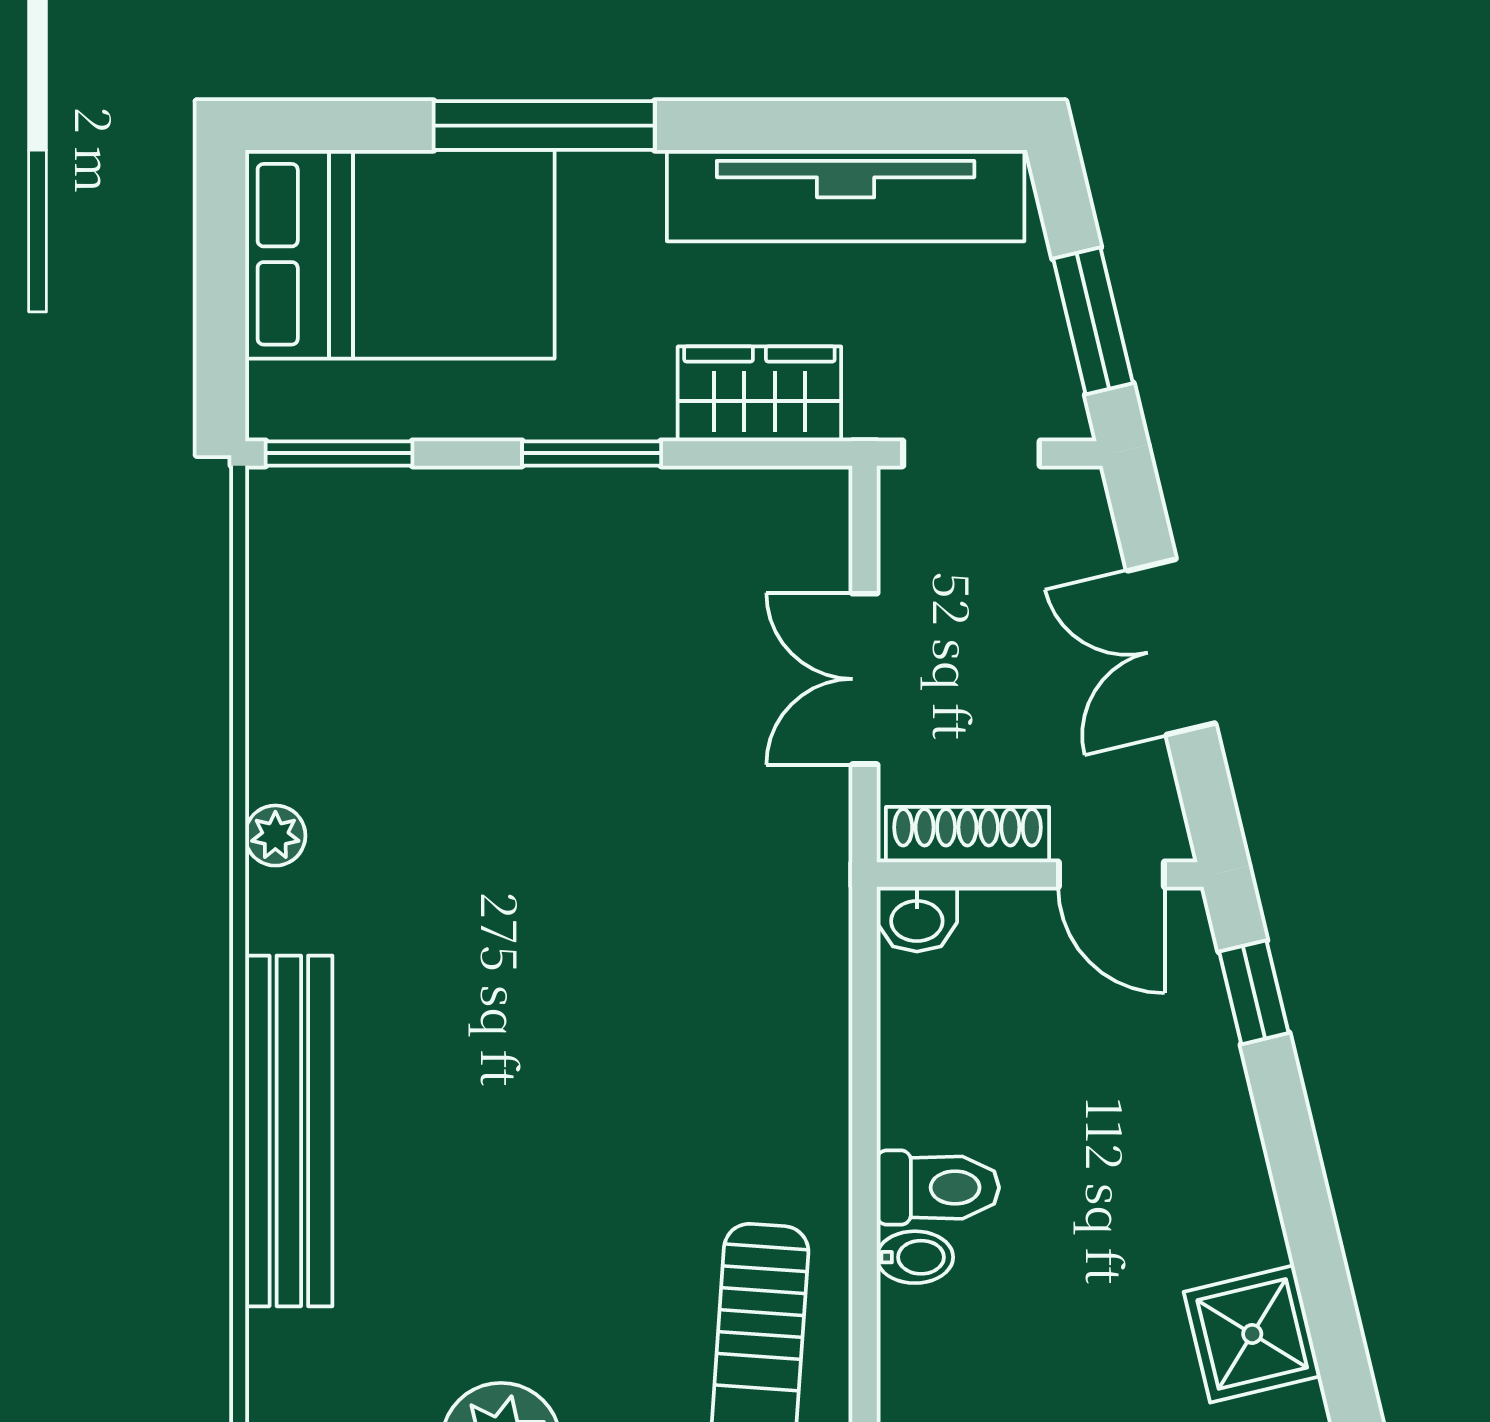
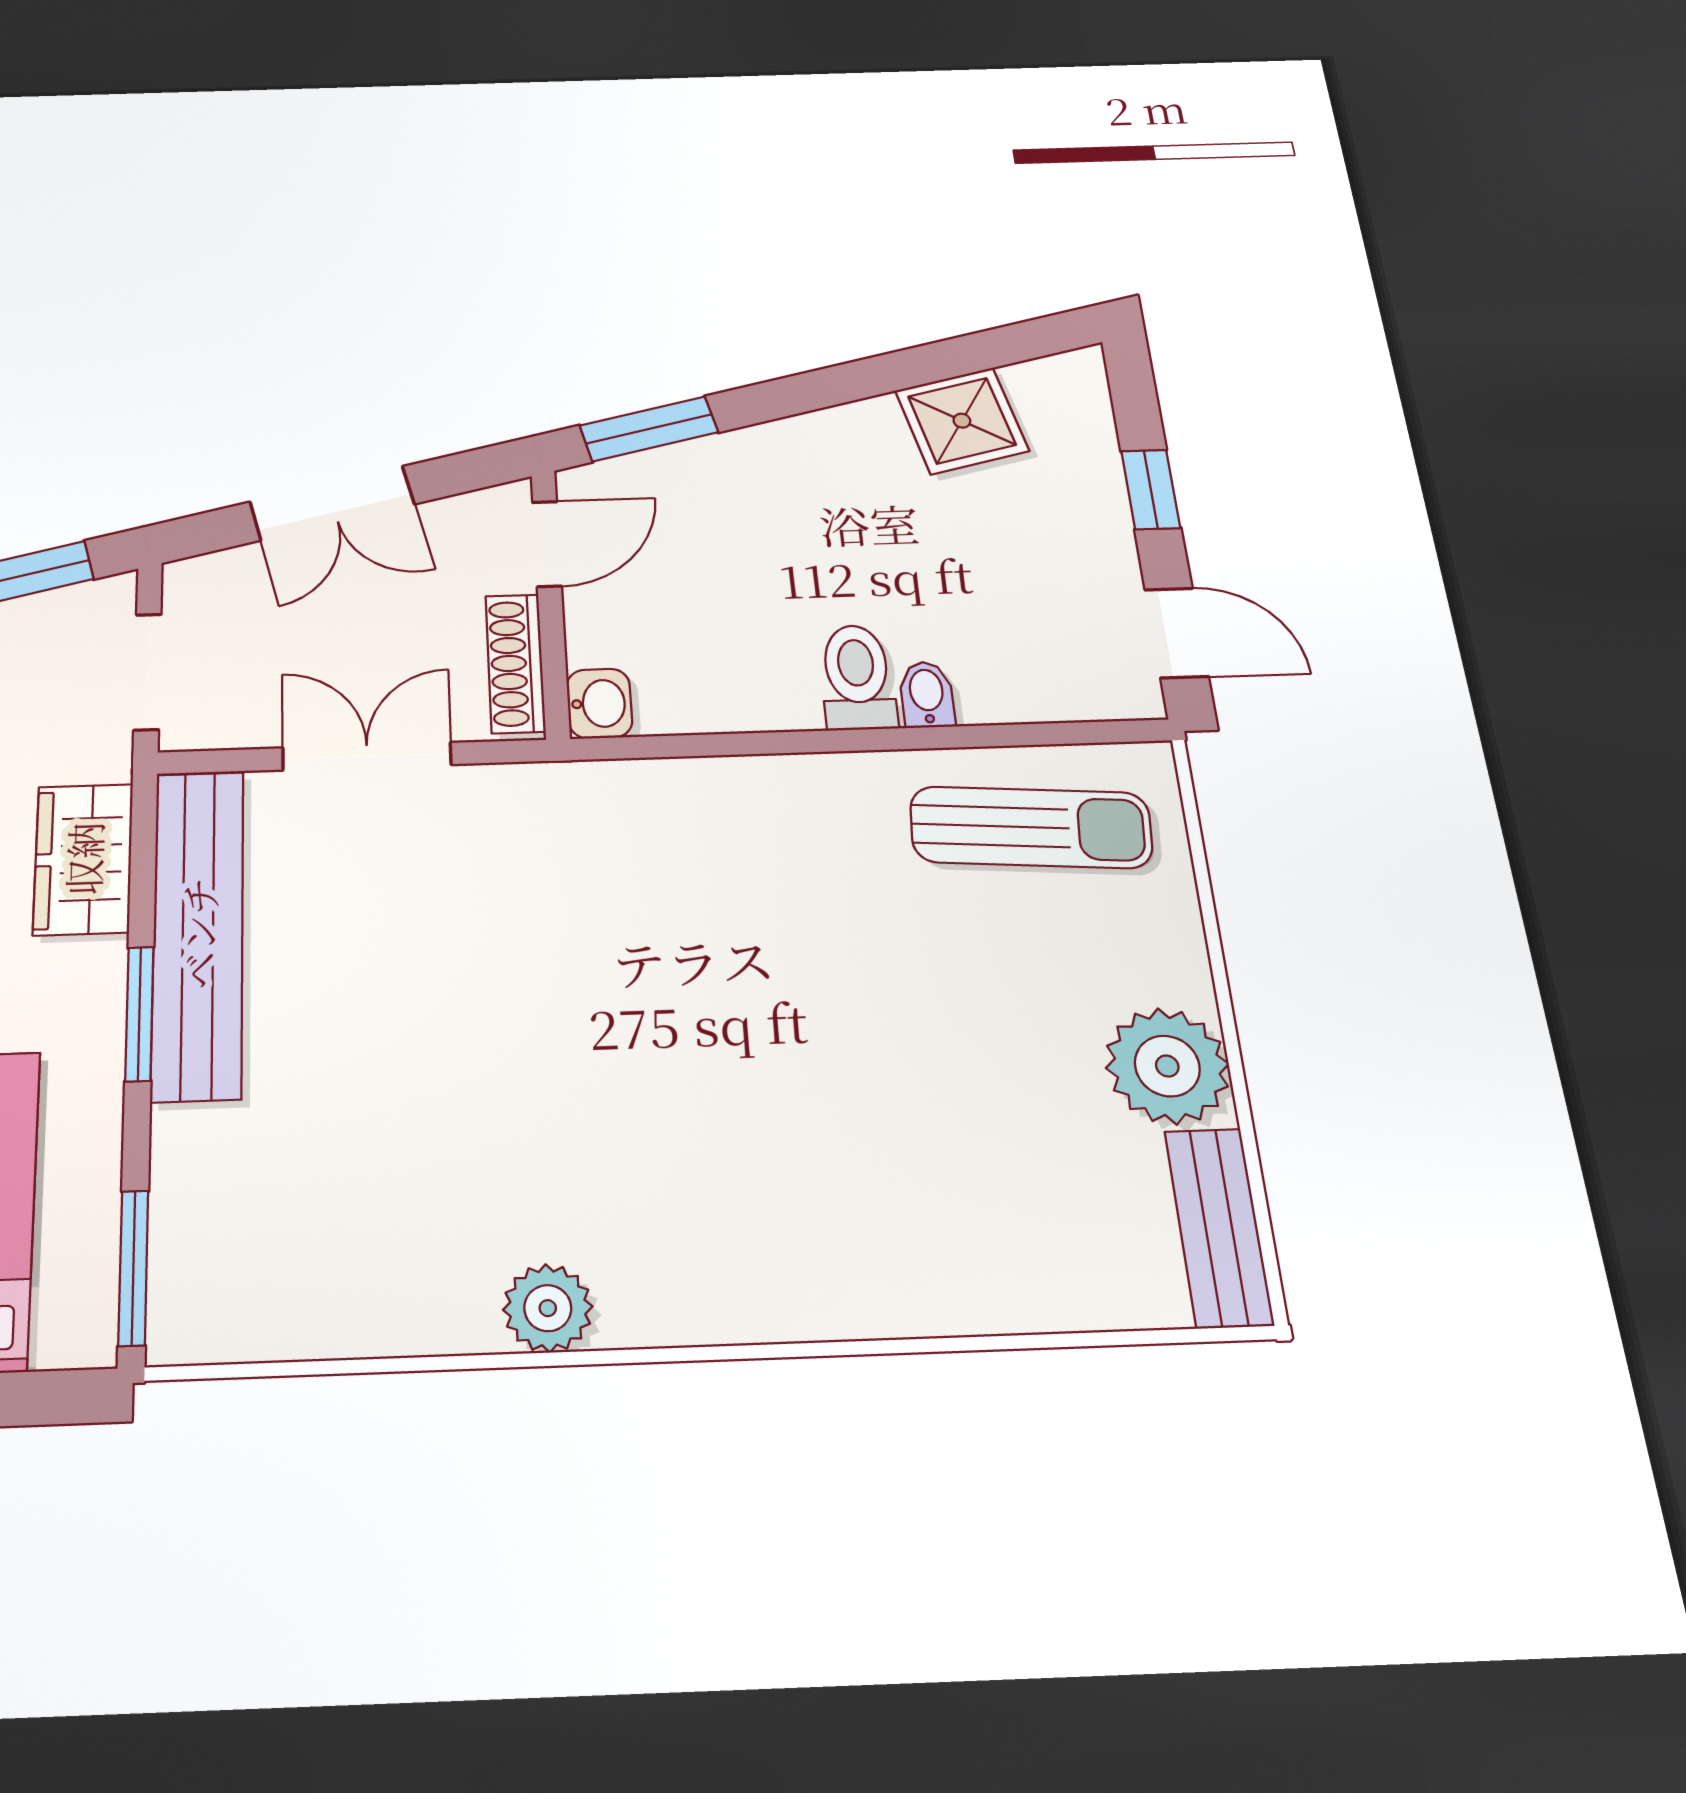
double door: (865, 679) -> (367, 756), swing flipped
plant: (275, 836) -> (548, 1308), width x1.38, depth x1.38
window: (1254, 992) -> (649, 429), width x1.50
bench: (289, 1131) -> (198, 933), moved, turned 90

